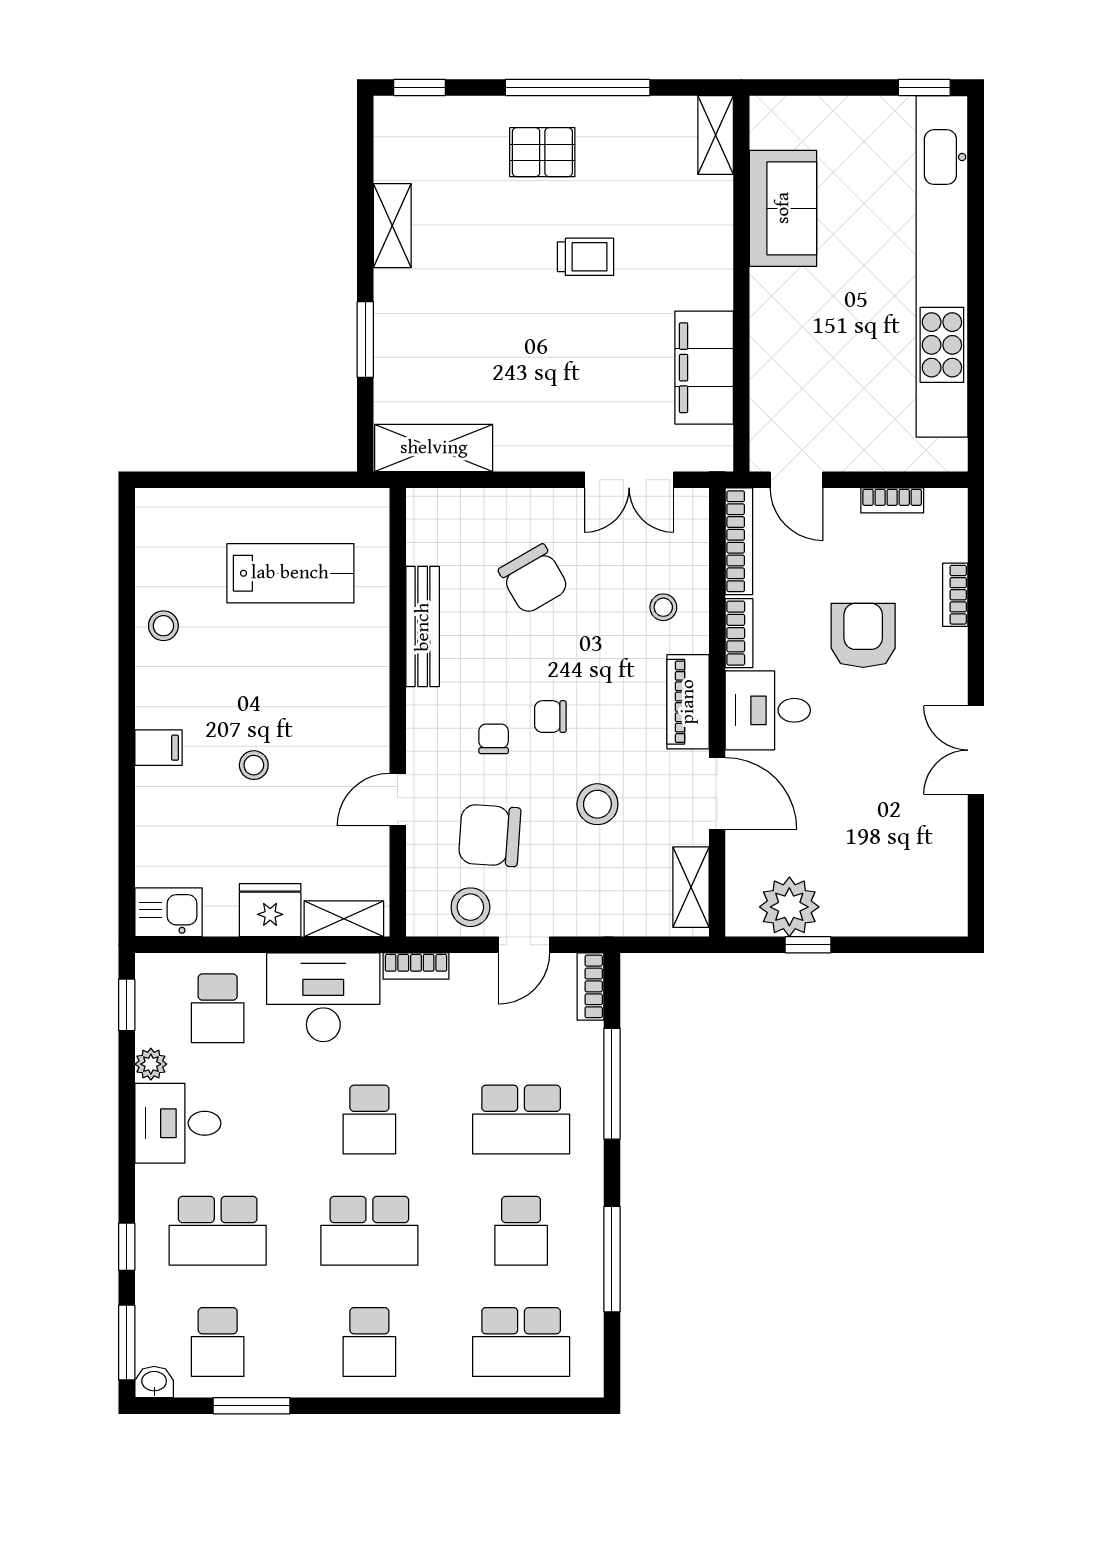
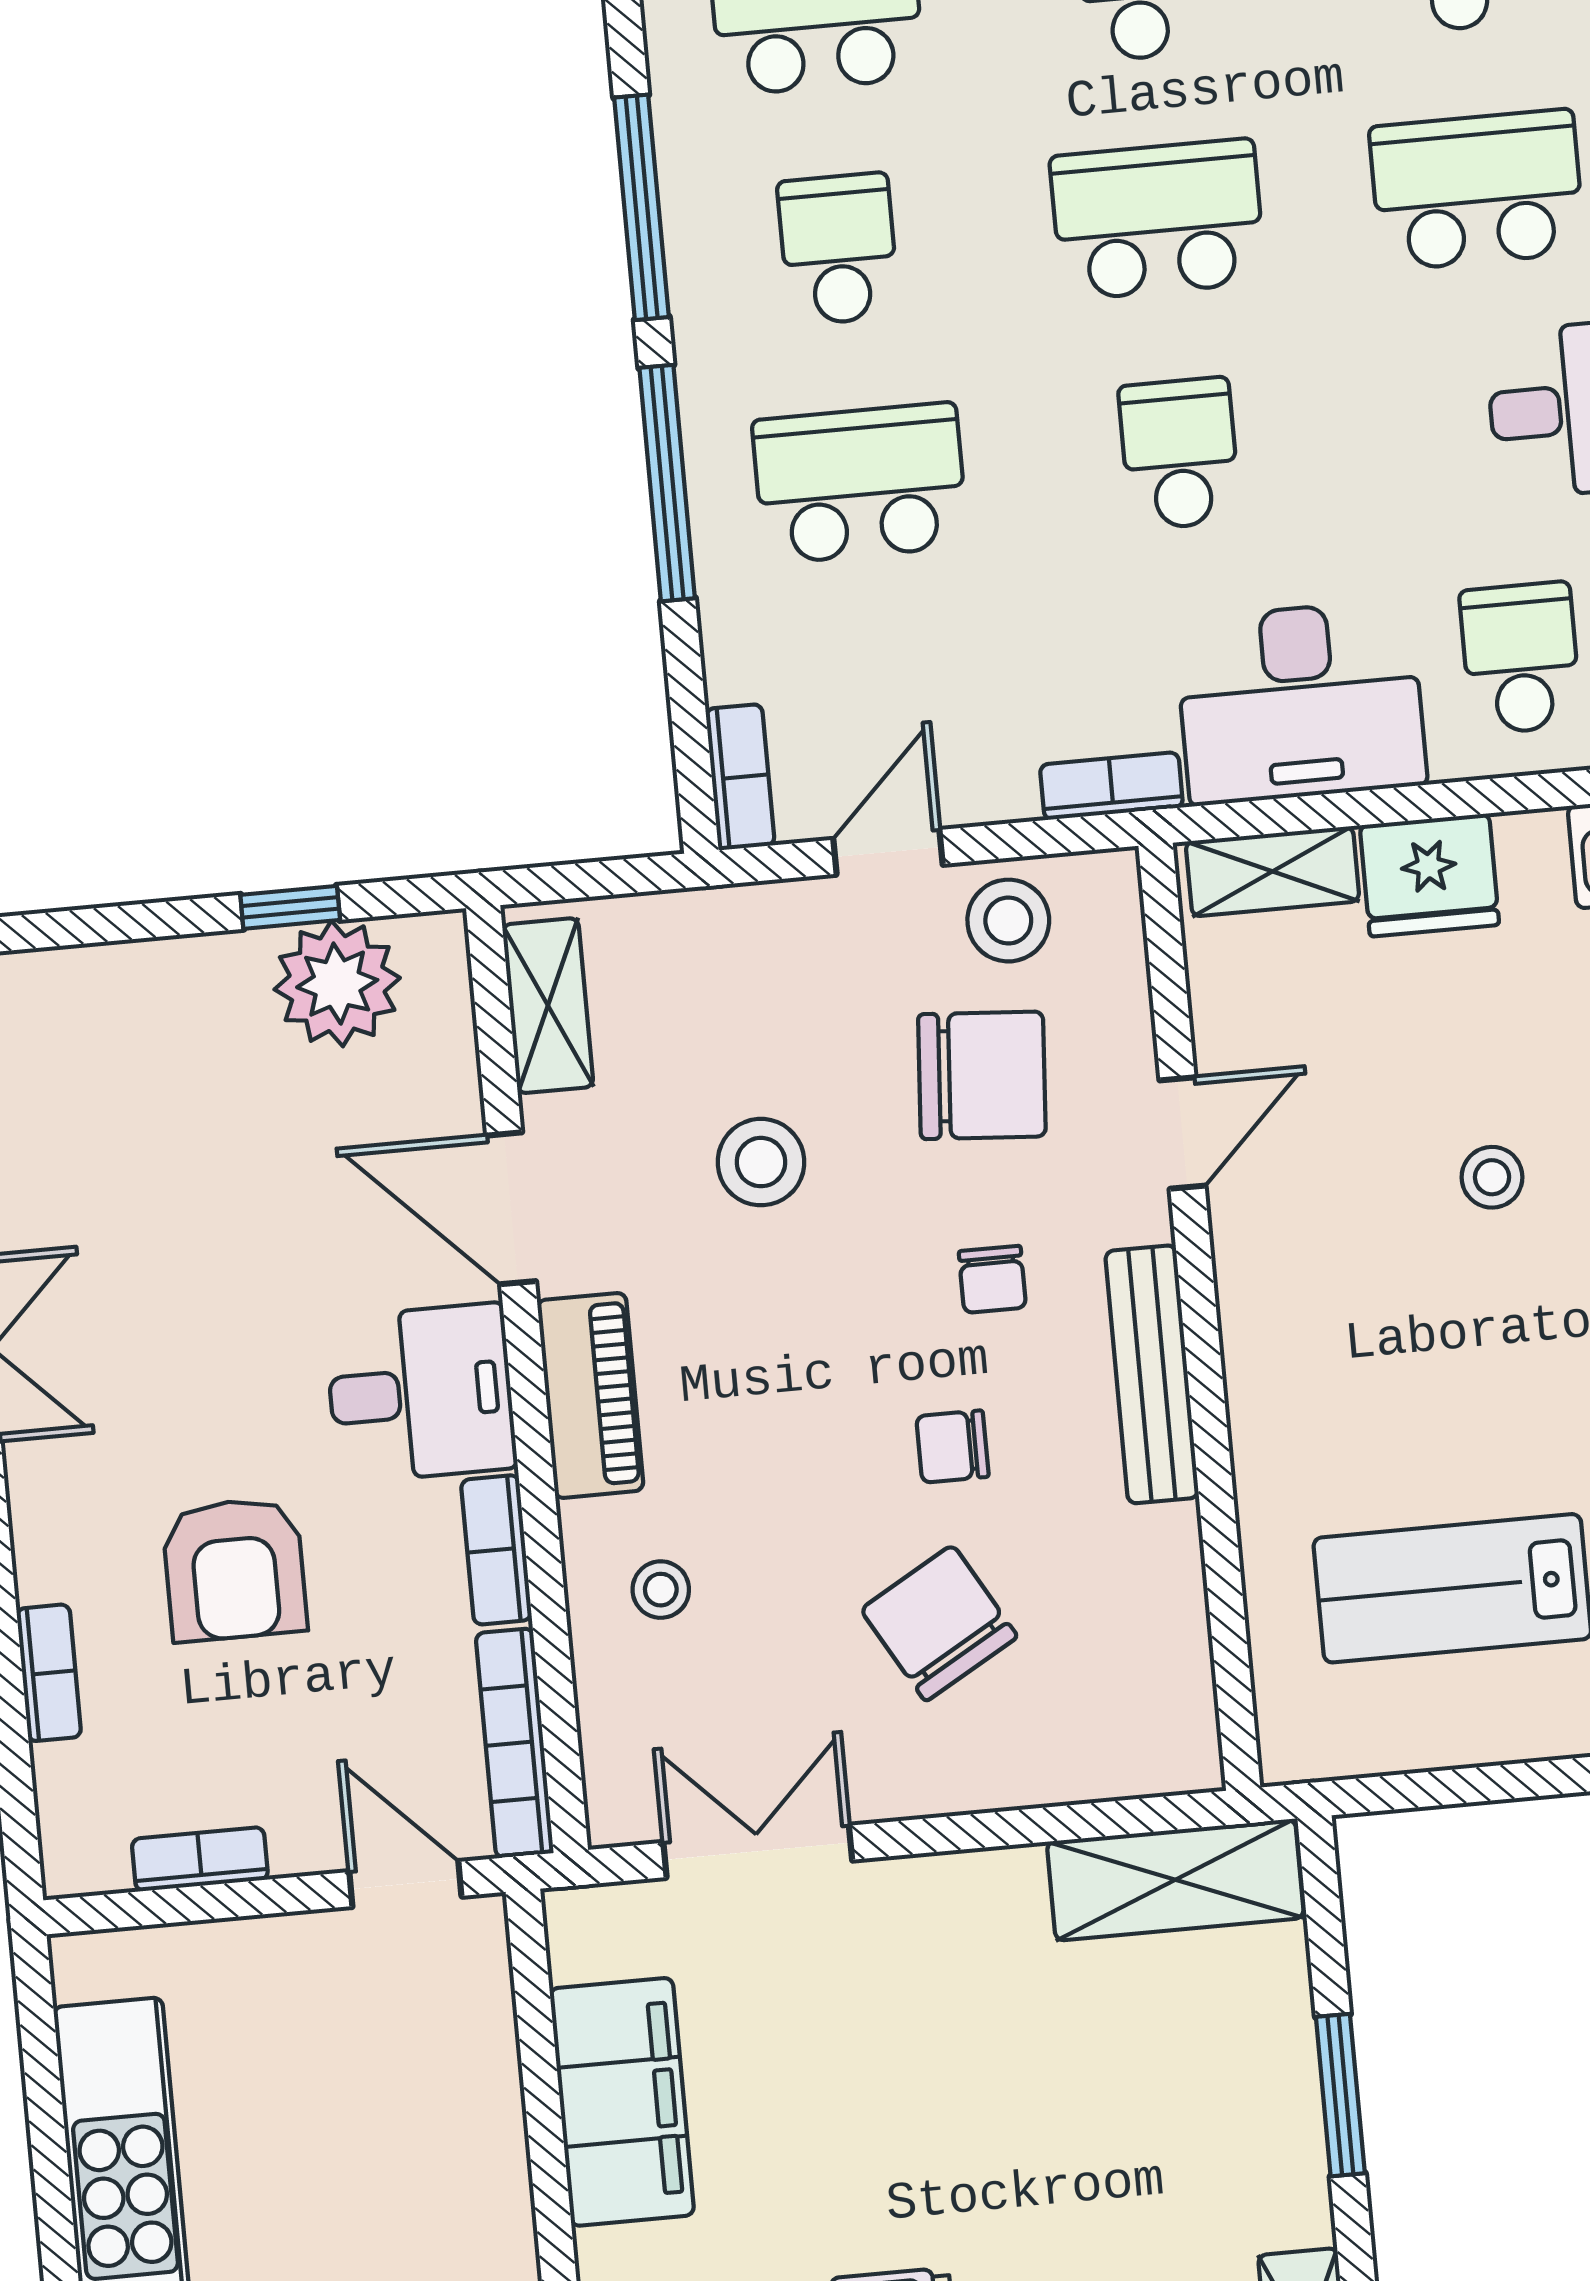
bench: (423, 627) -> (1152, 1374), moved
chair: (550, 717) -> (952, 1447), moved, turned 180
window: (612, 1084) -> (667, 483), moved

